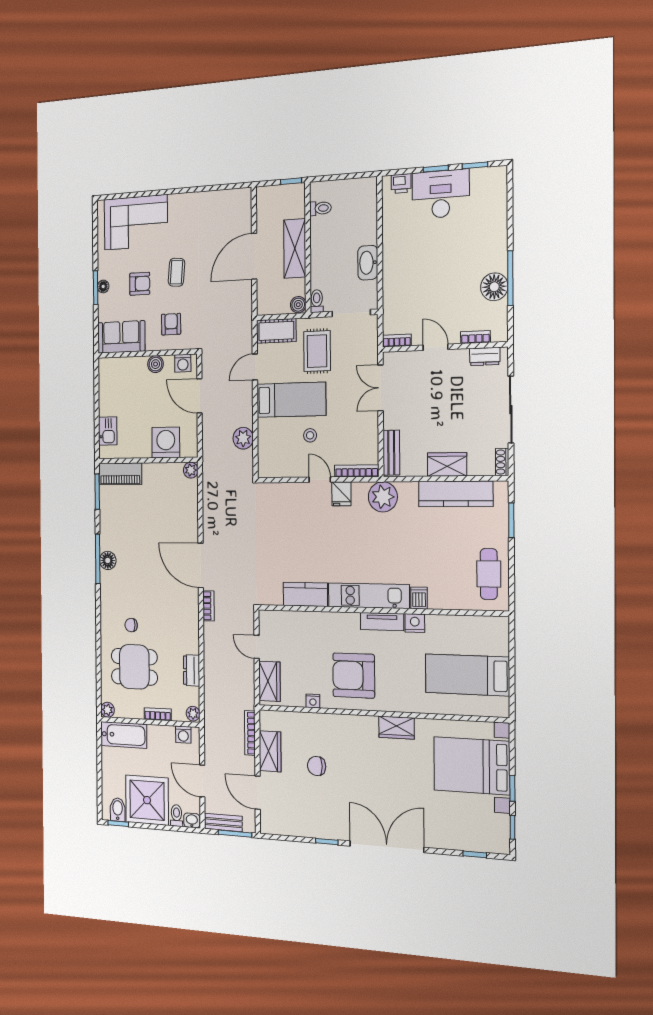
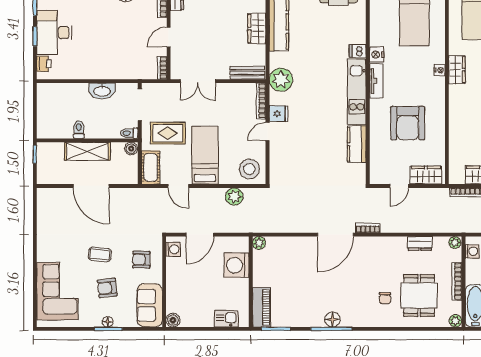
toilet: (320, 208) -> (79, 130), moved
armchair: (140, 284) -> (107, 288), turned -96
boiler: (156, 364) -> (173, 320), moved
stool: (310, 435) -> (249, 169), moved, width x1.89, depth x1.89
armchair: (354, 676) -> (408, 123), moved
nightstand: (313, 701) -> (440, 70), moved
bookcase: (158, 714) -> (457, 281), width x1.56

